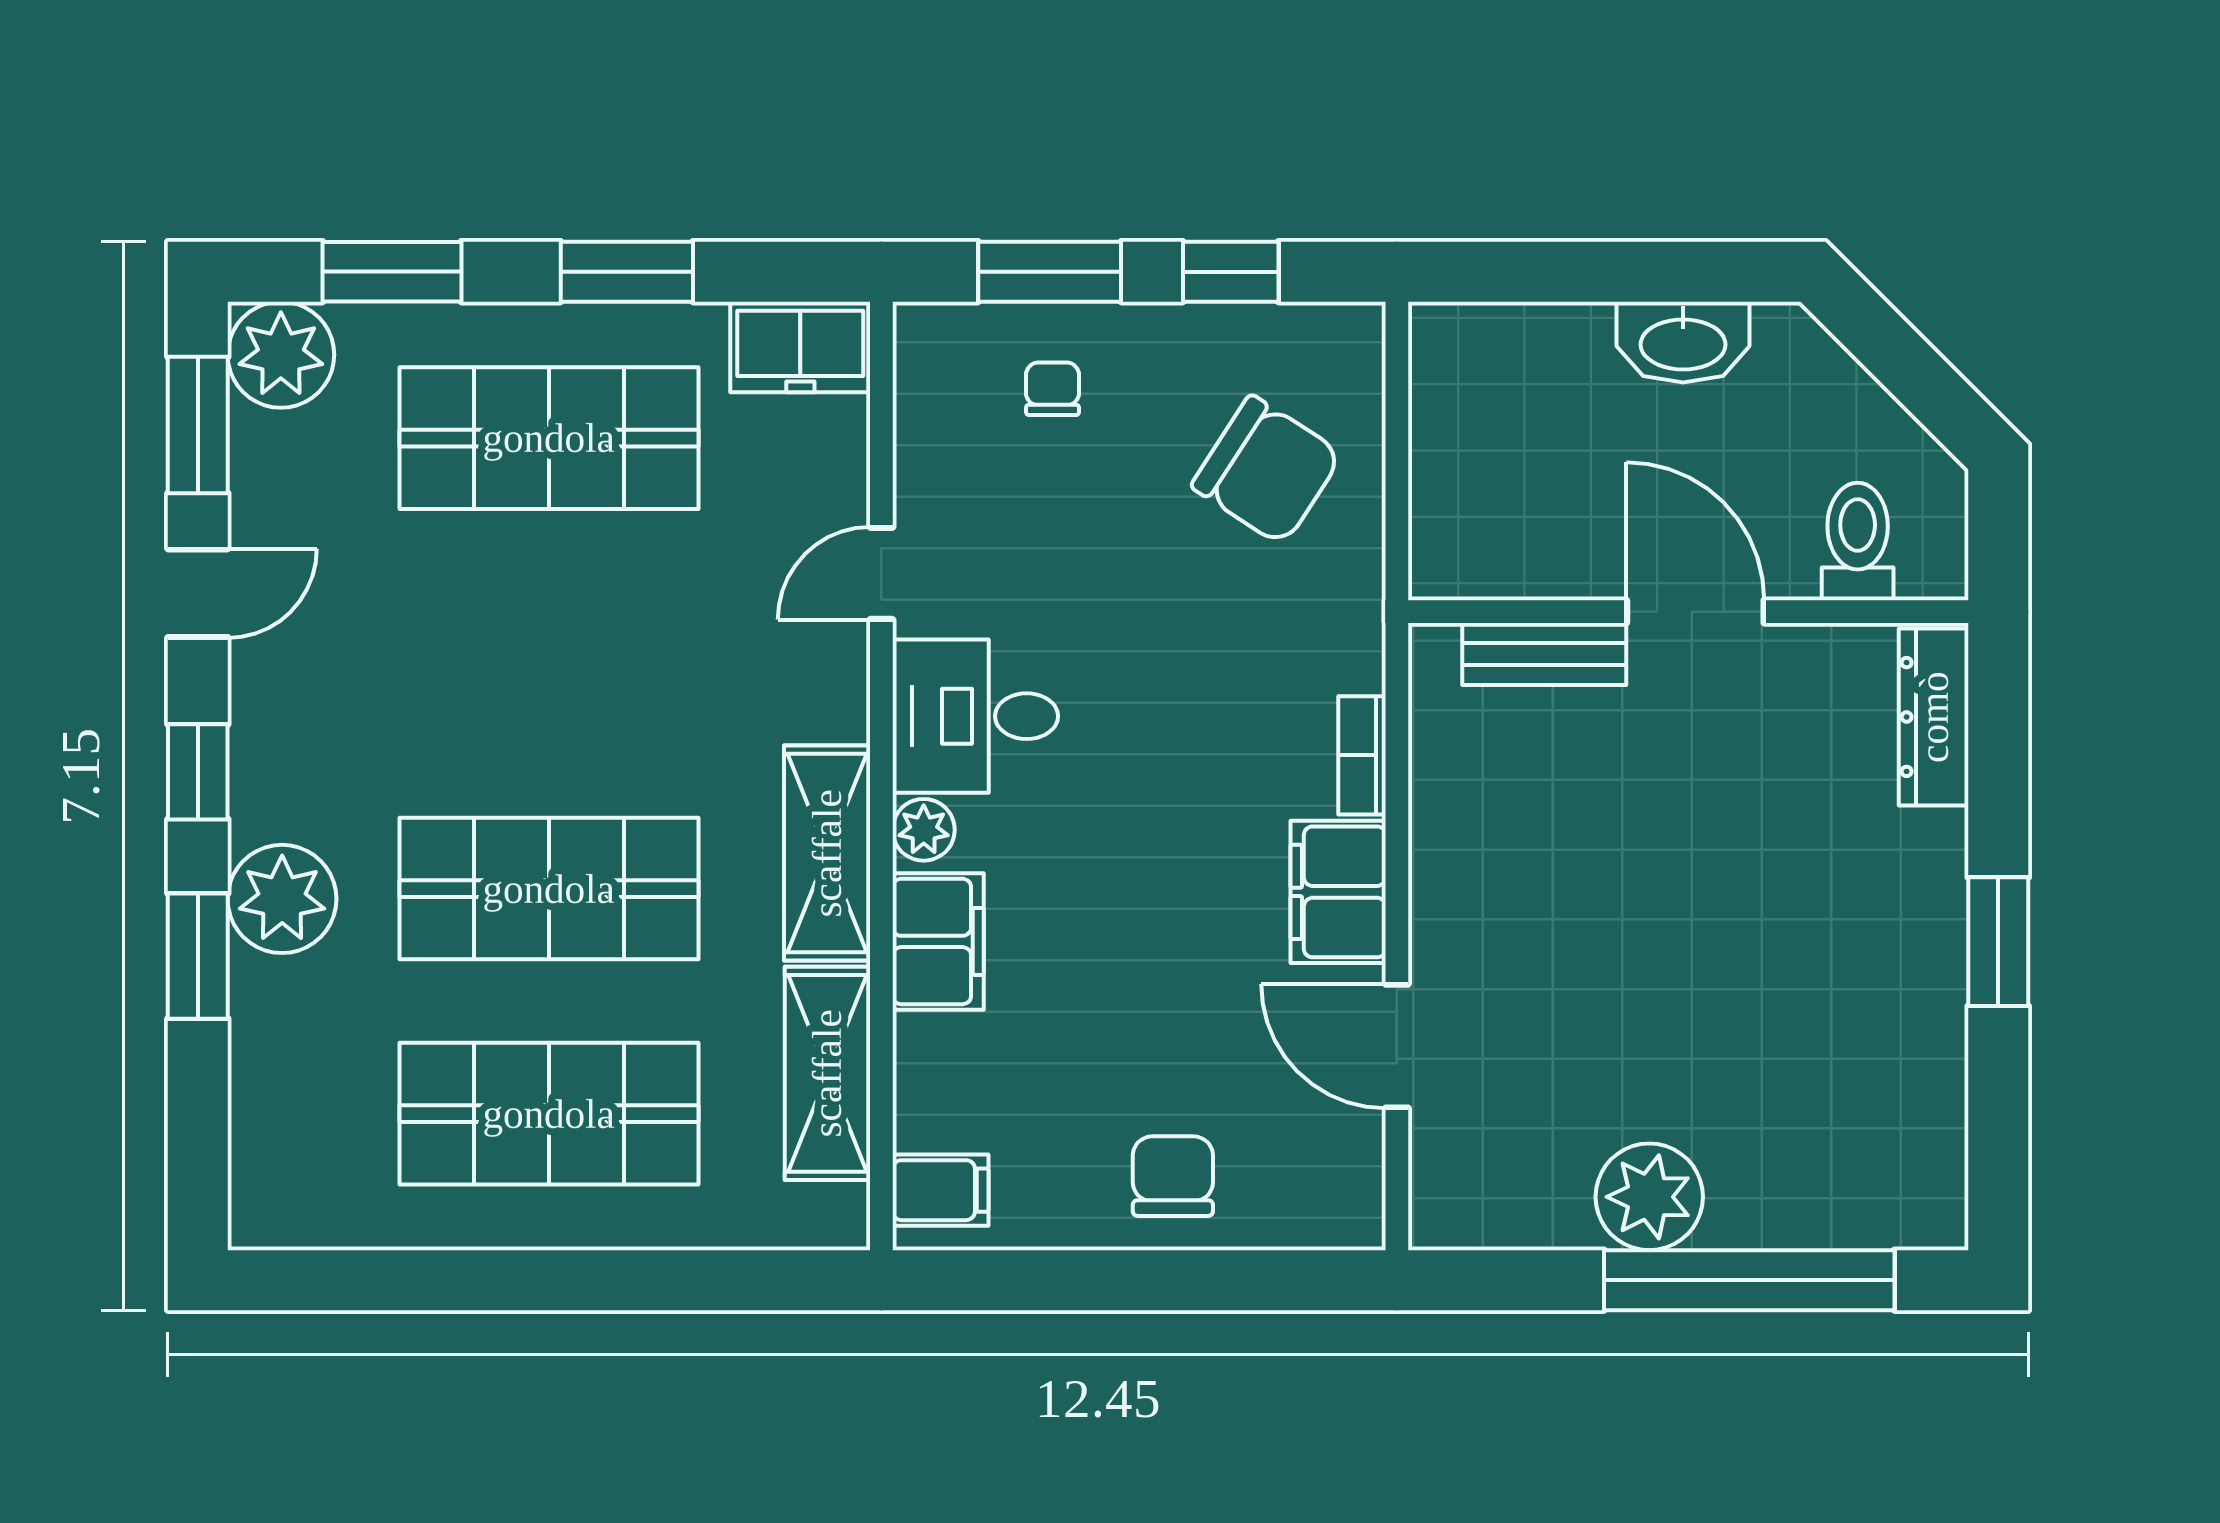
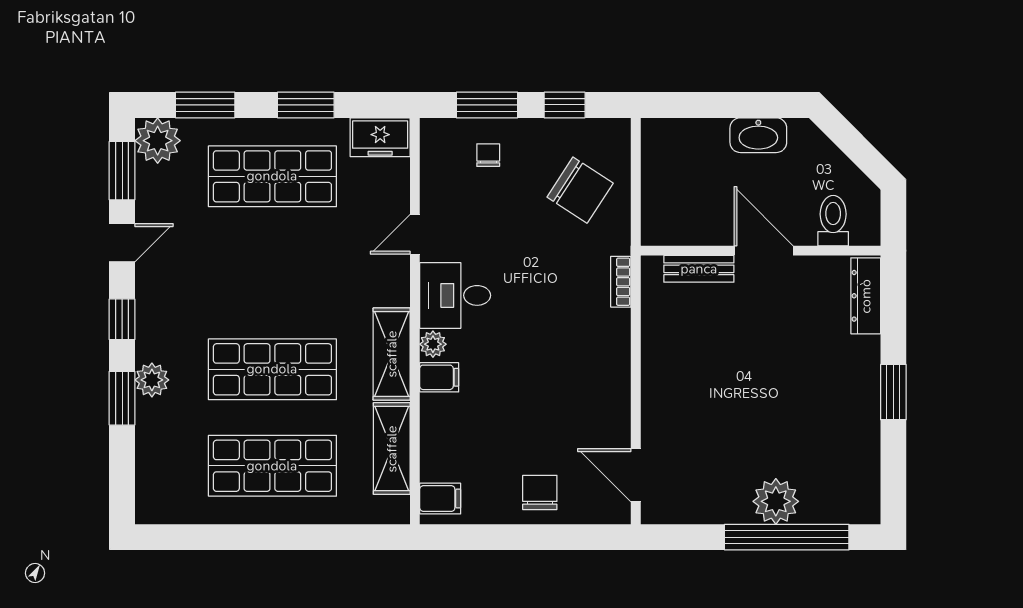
bookcase: (1362, 755) -> (621, 282), moved
filing cabinet: (1338, 892) -> (611, 371), removed
plant: (282, 899) -> (152, 380), width x0.73, depth x0.73
filing cabinet: (938, 941) -> (439, 377), width x0.50
door: (1397, 1046) -> (636, 475), moved
plant: (1649, 1197) -> (776, 501), moved

